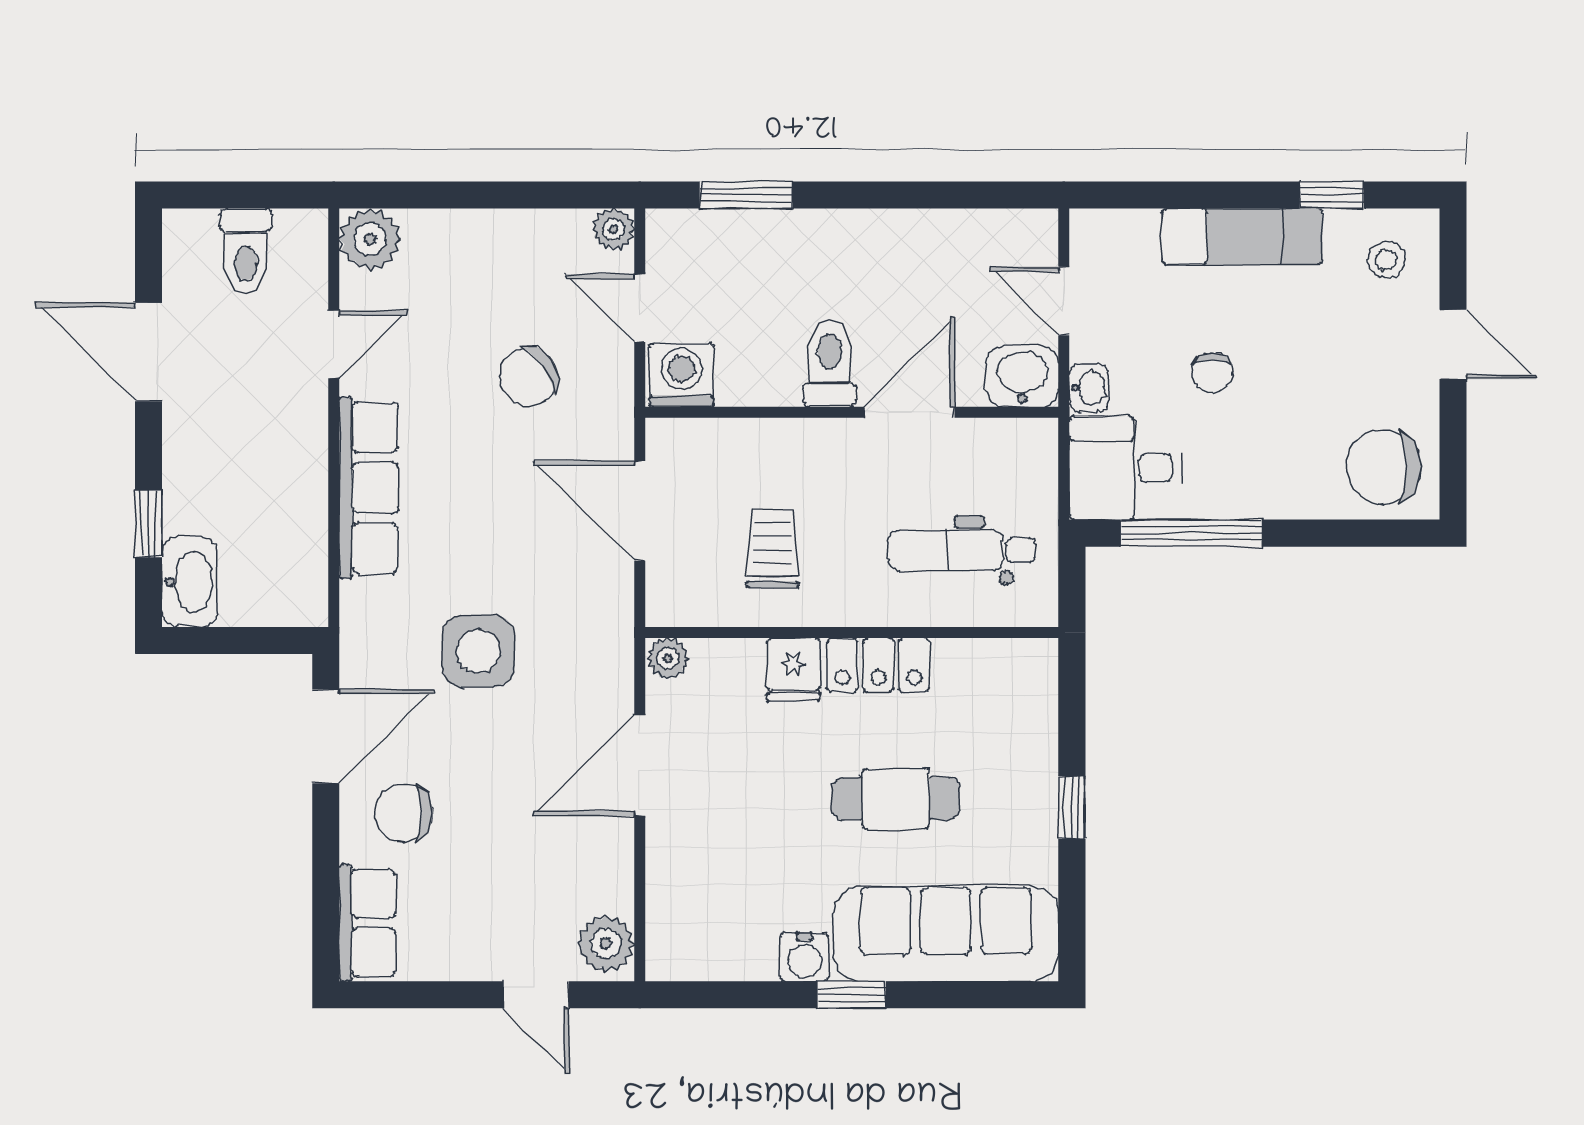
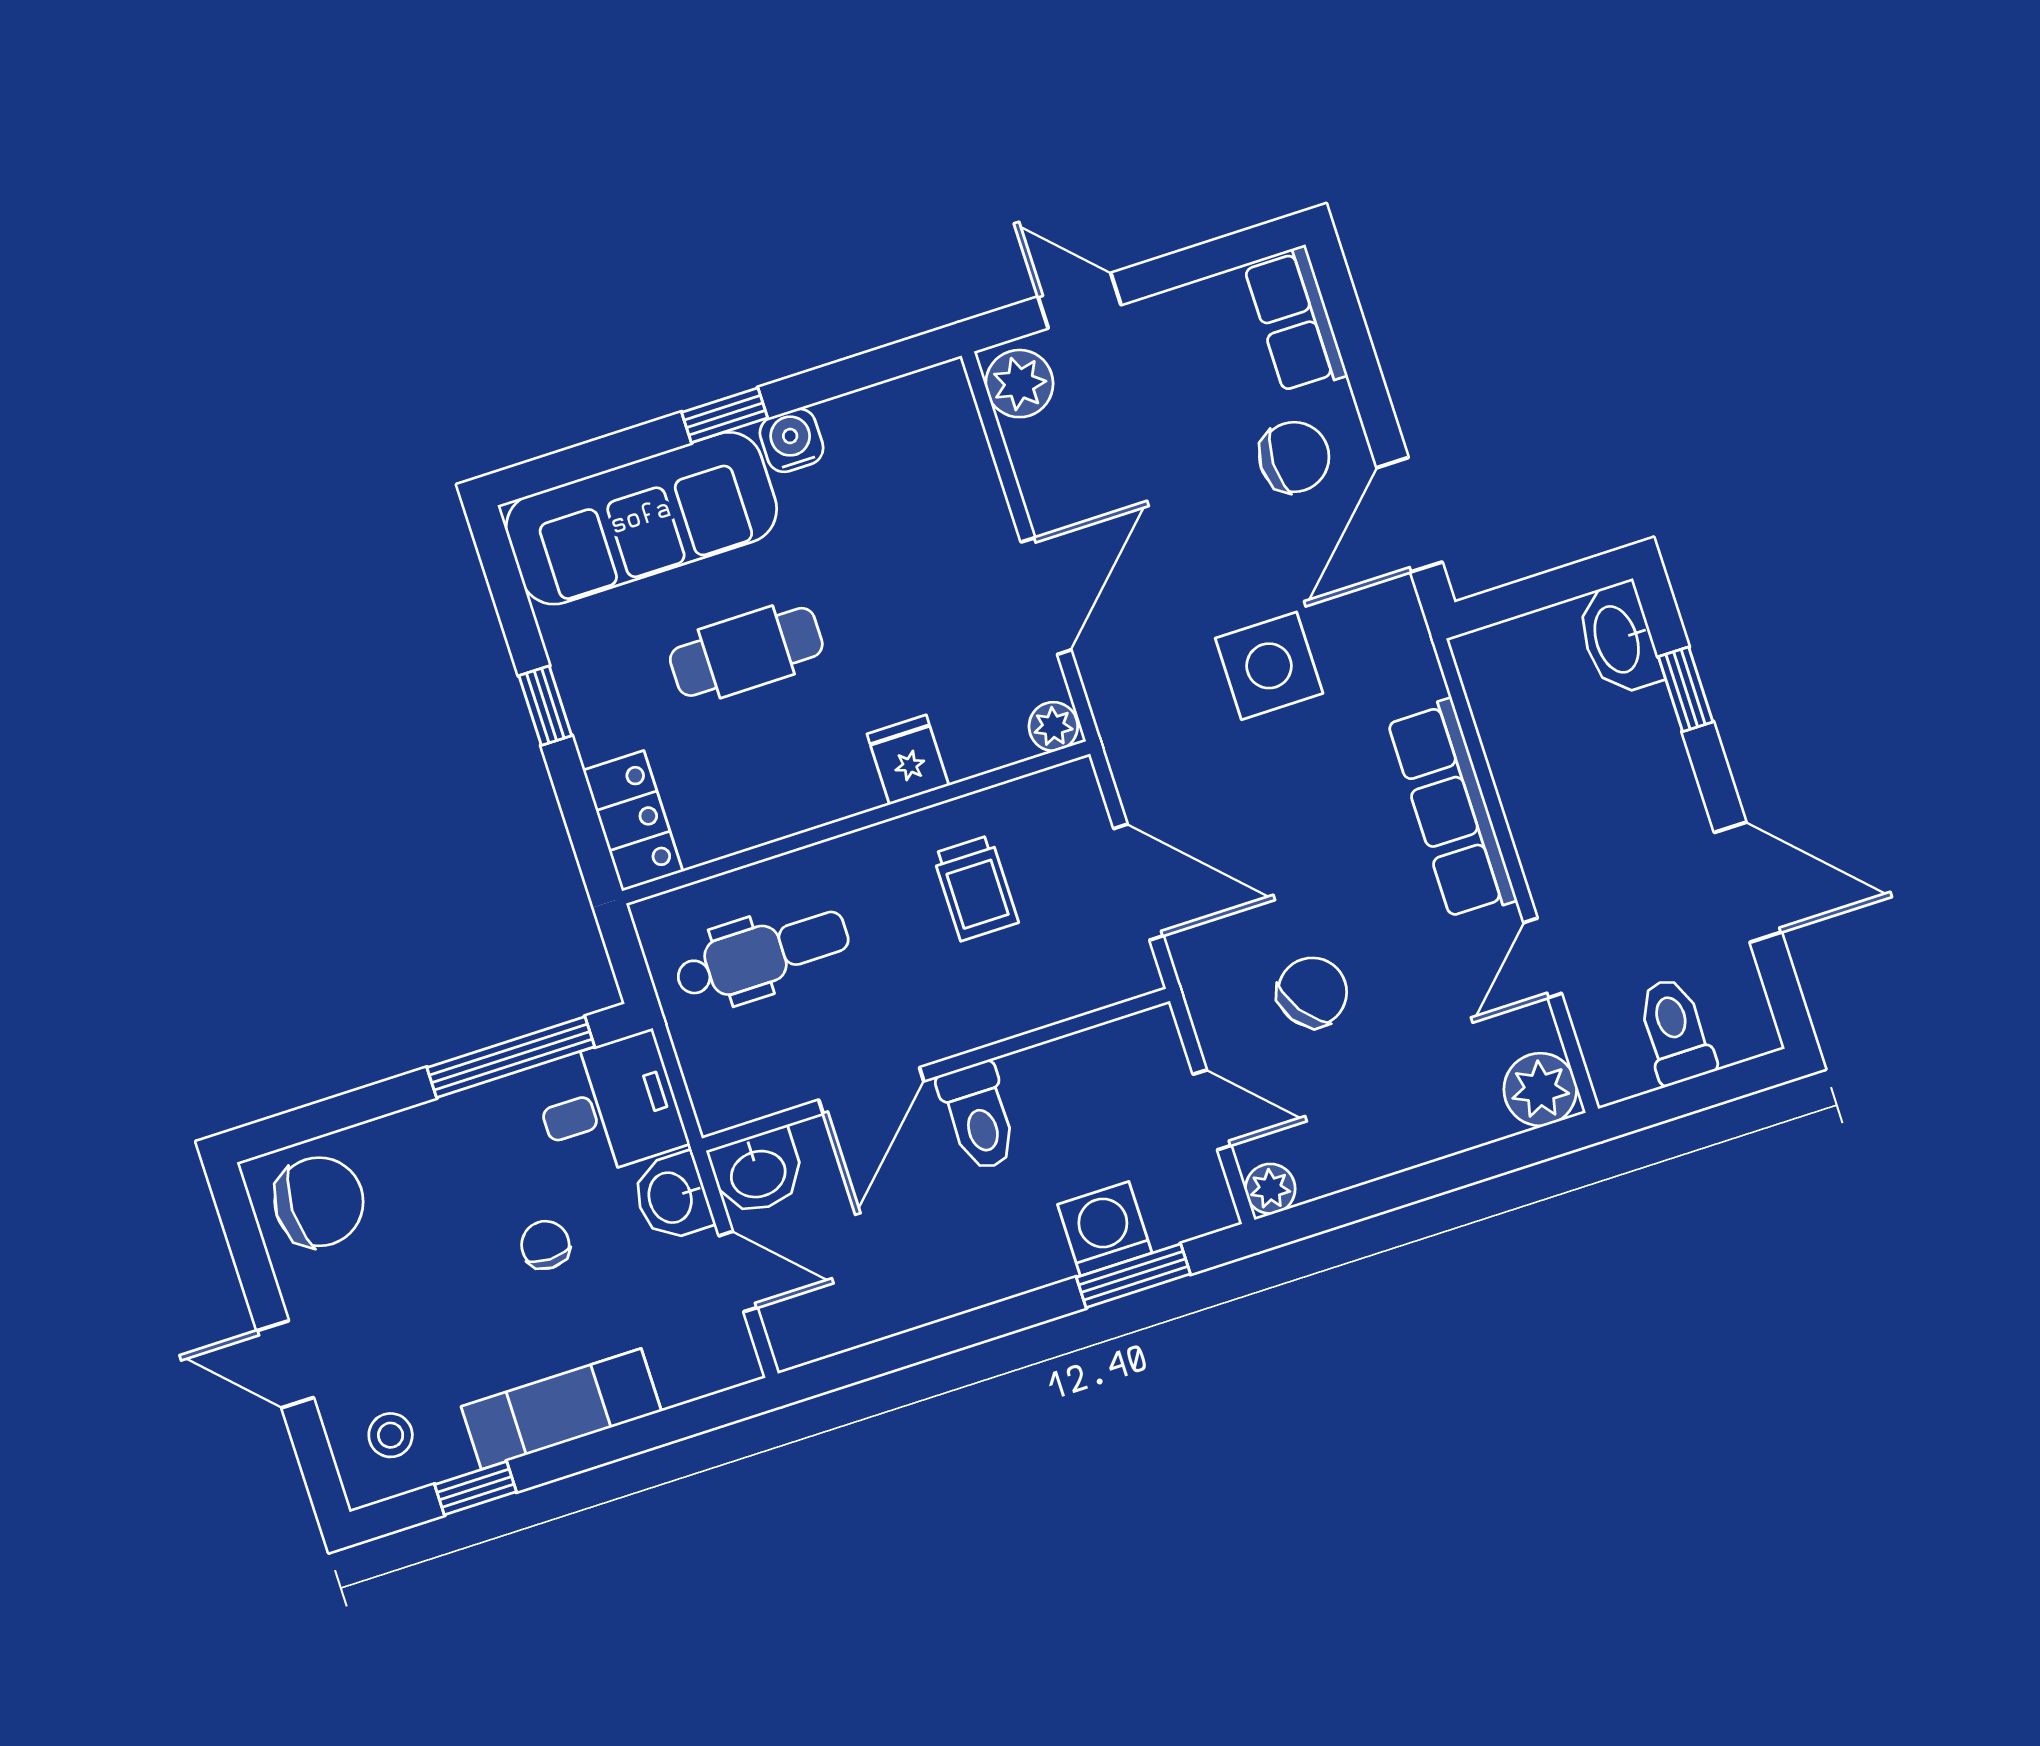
washing machine: (682, 375) -> (1105, 1229), moved, turned 180
washbasin: (1089, 388) -> (672, 1197), width x1.38, depth x1.45
locker: (878, 665) -> (633, 821), moved, turned 90

